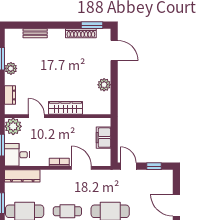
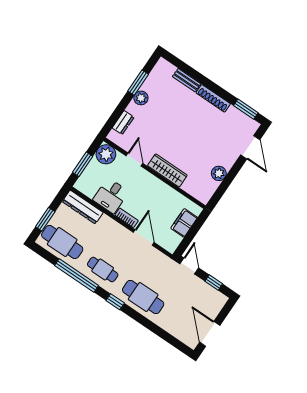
shoe rack: (81, 33) -> (213, 98), moved
desk: (17, 155) -> (111, 196), moved, turned -90

